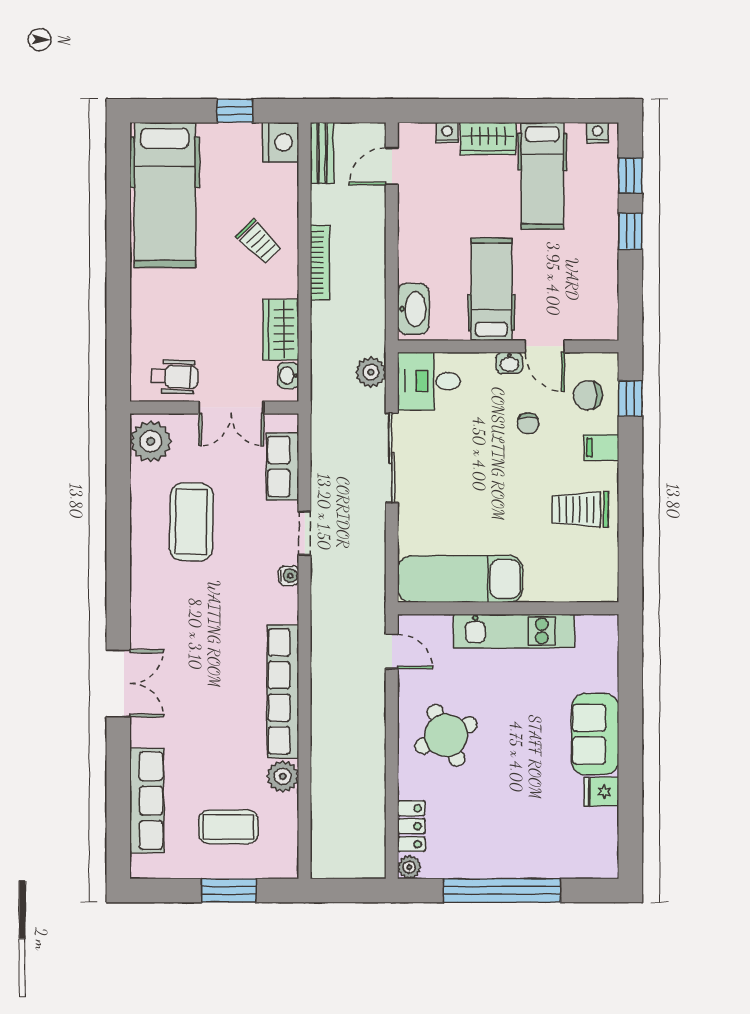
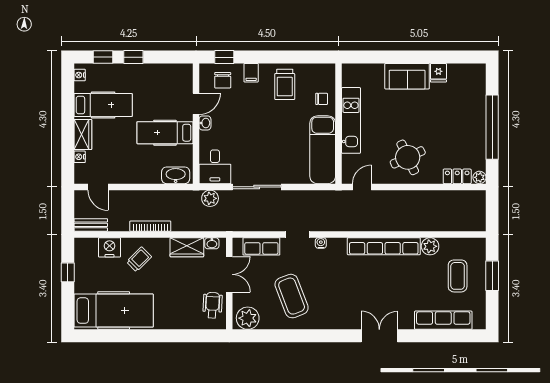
nightstand: (281, 142) -> (110, 247), moved
chair: (528, 423) -> (322, 99), moved
coffee table: (191, 522) -> (292, 296), turned 68

